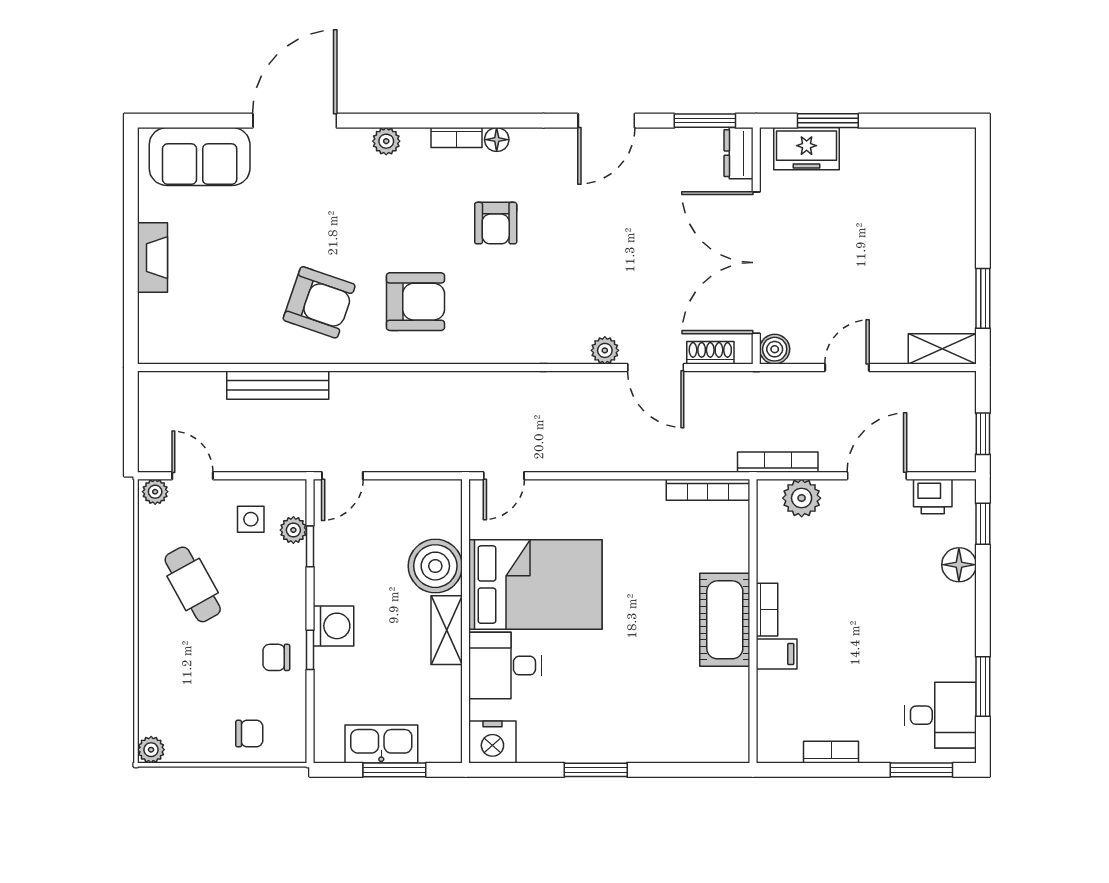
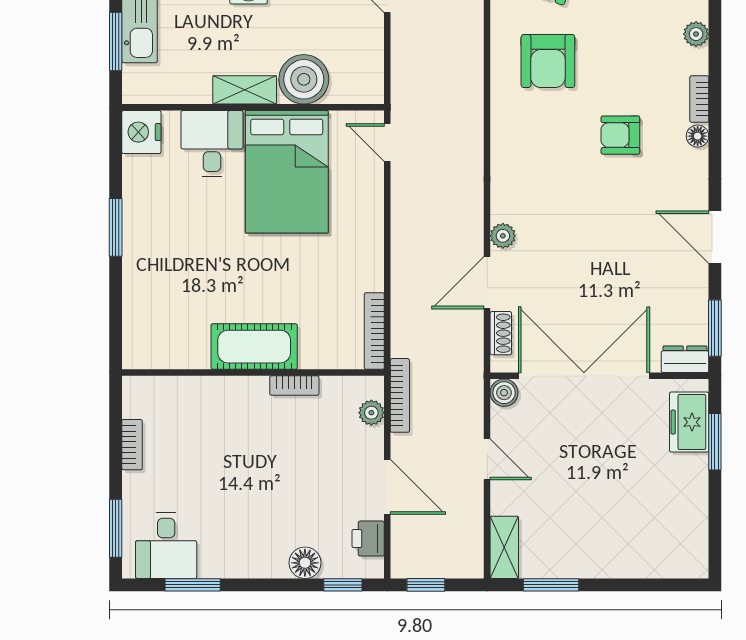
plant: (802, 498) -> (371, 413), width x0.73, depth x0.73
bookcase: (767, 610) -> (294, 386), moved
filing cabinet: (777, 654) -> (223, 394), removed

